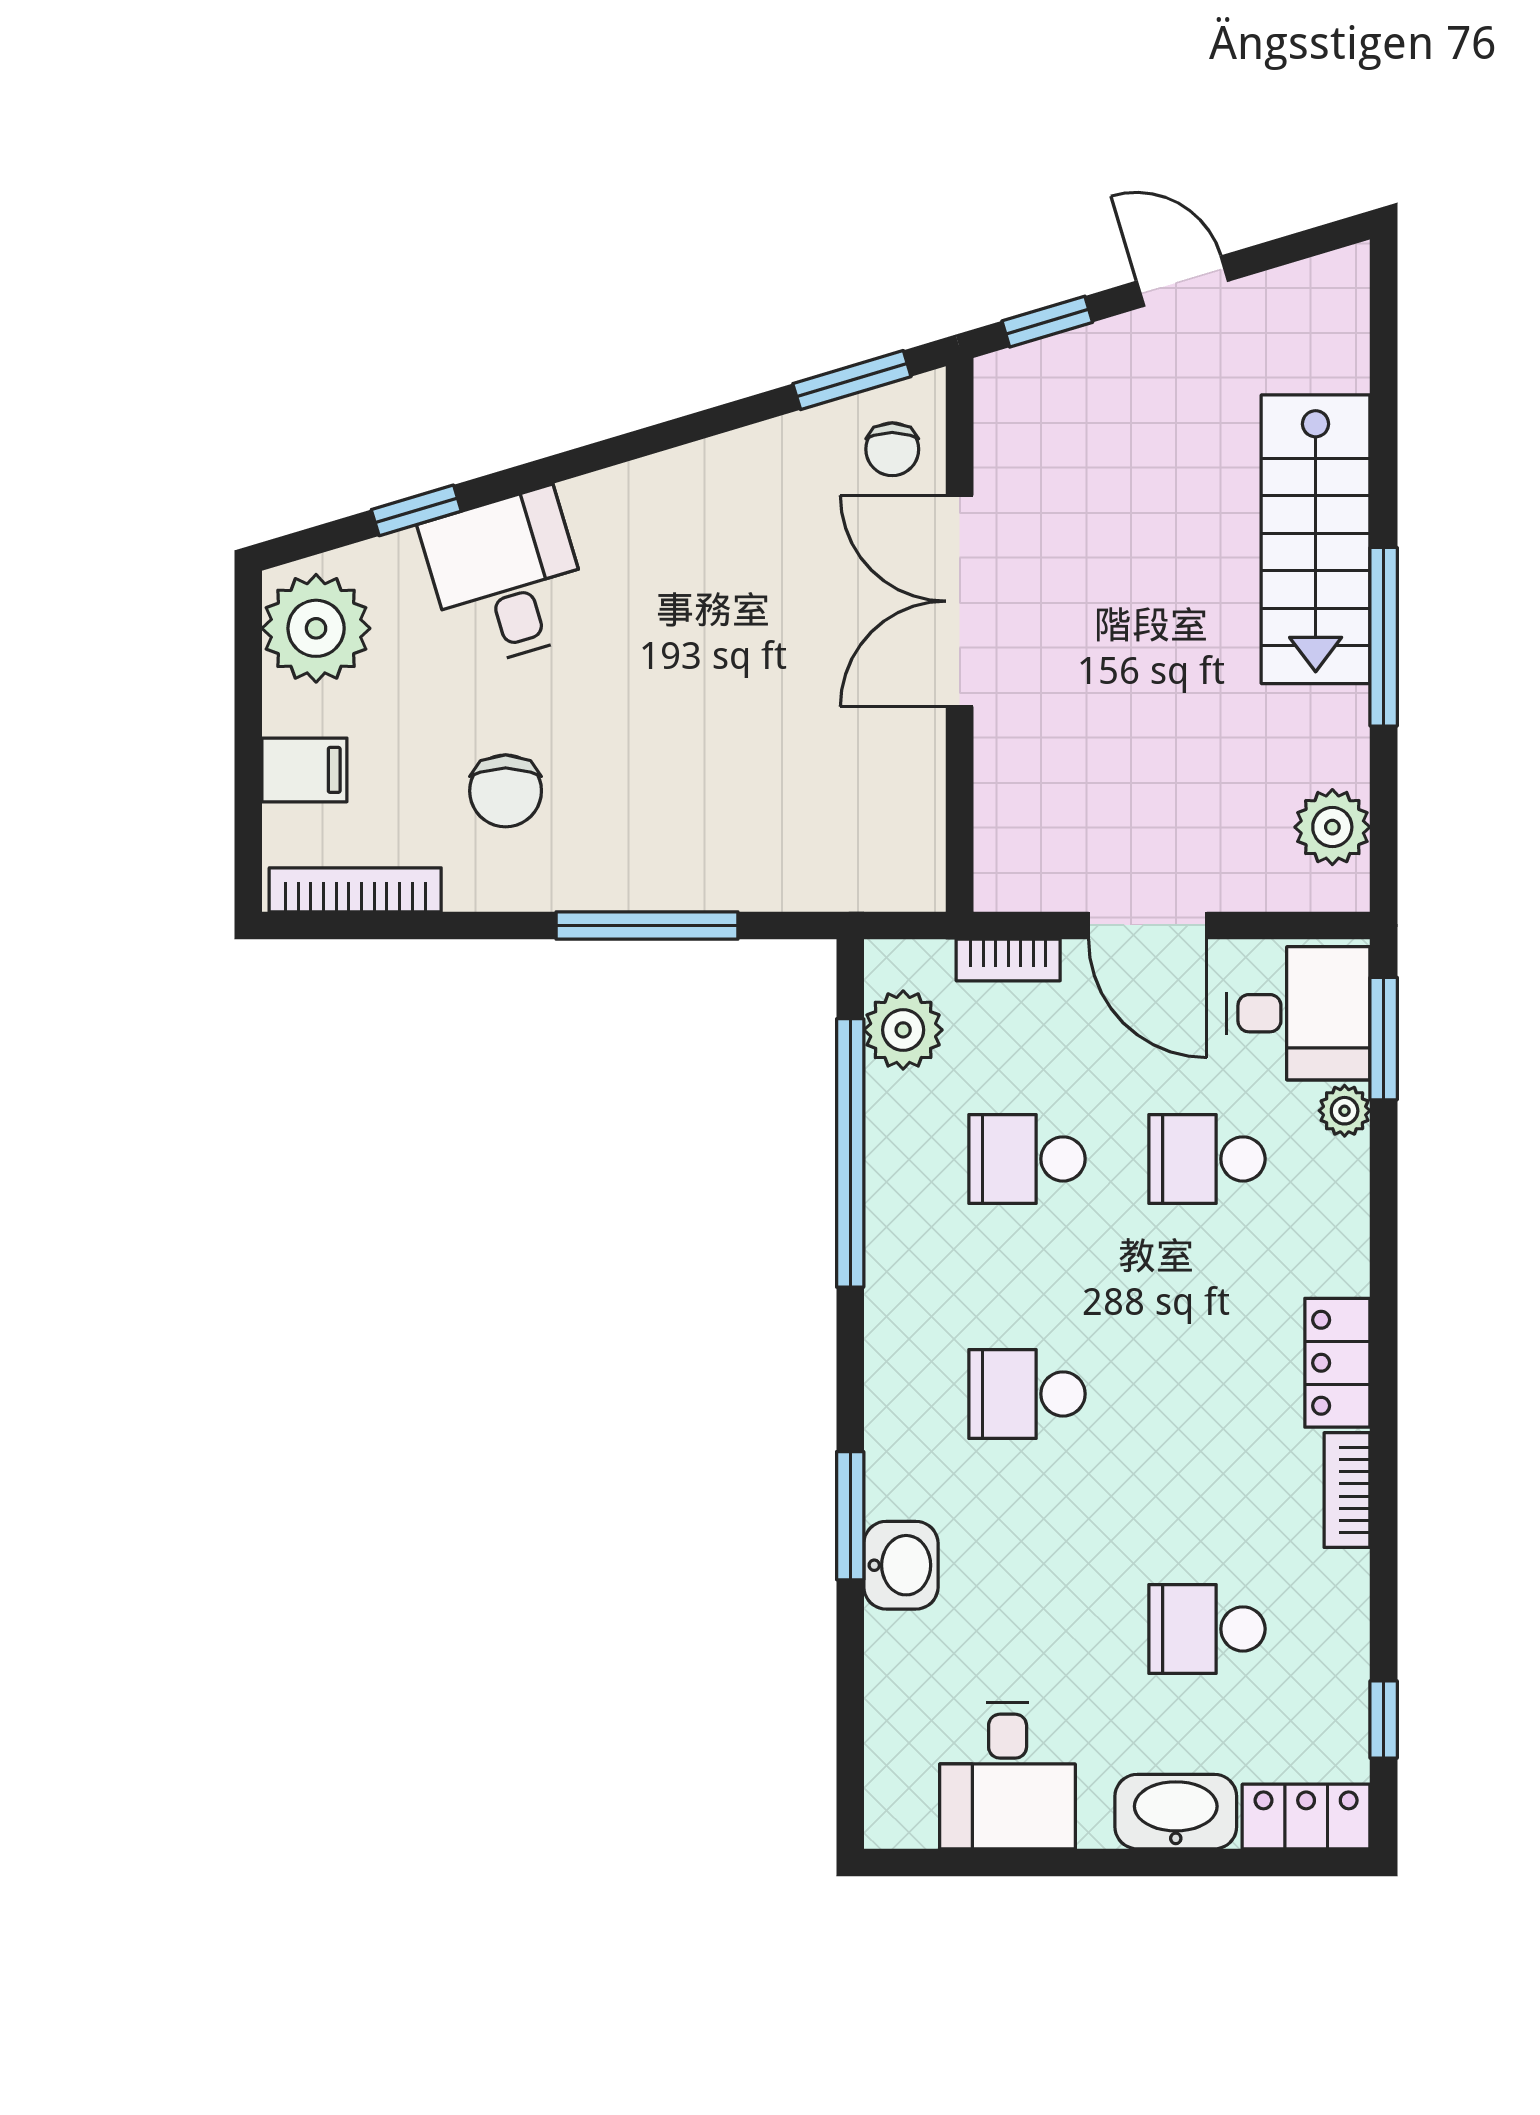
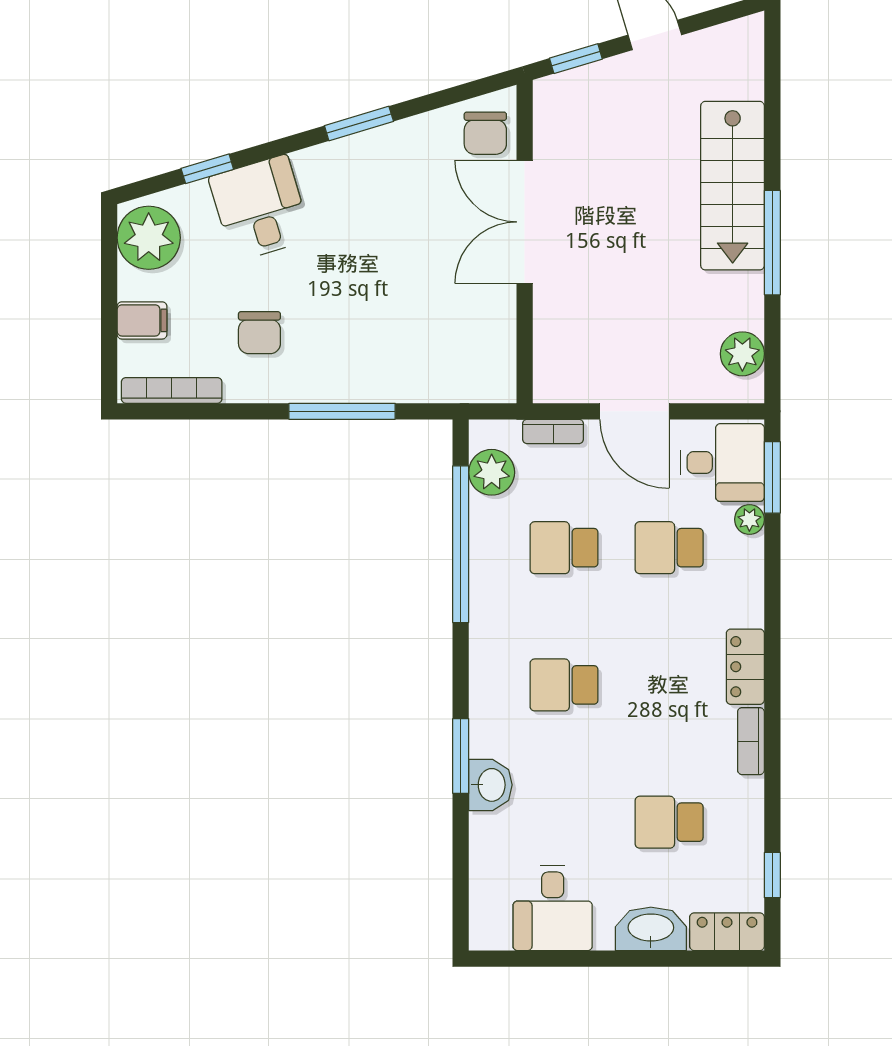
window: (852, 380) -> (359, 123), moved
chair: (892, 449) -> (485, 133), width x1.37, depth x1.37

